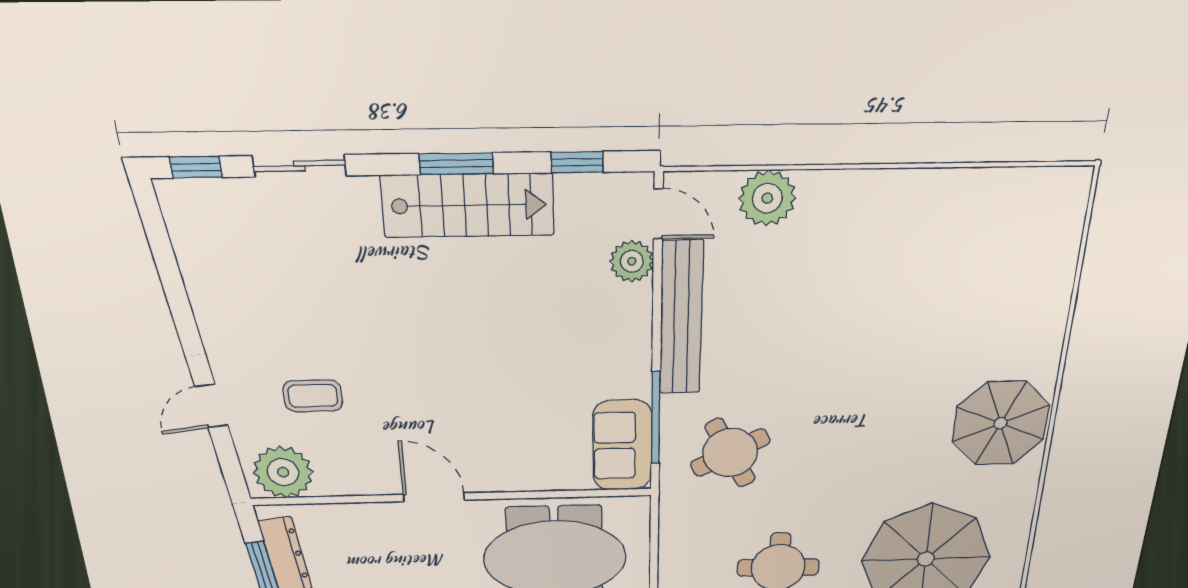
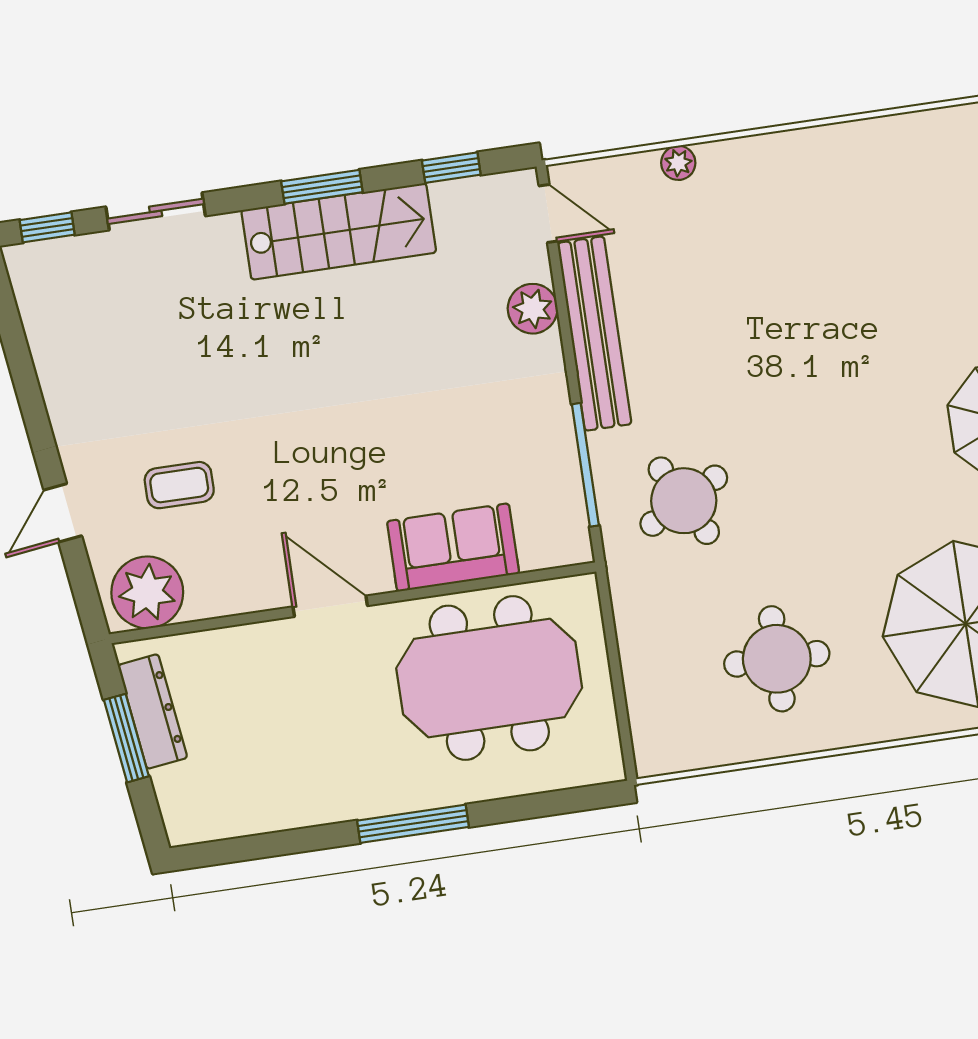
plant: (767, 198) -> (678, 163), width x0.53, depth x0.53
plant: (632, 261) -> (533, 309), moved
sofa: (622, 445) -> (453, 547), moved, turned 90

